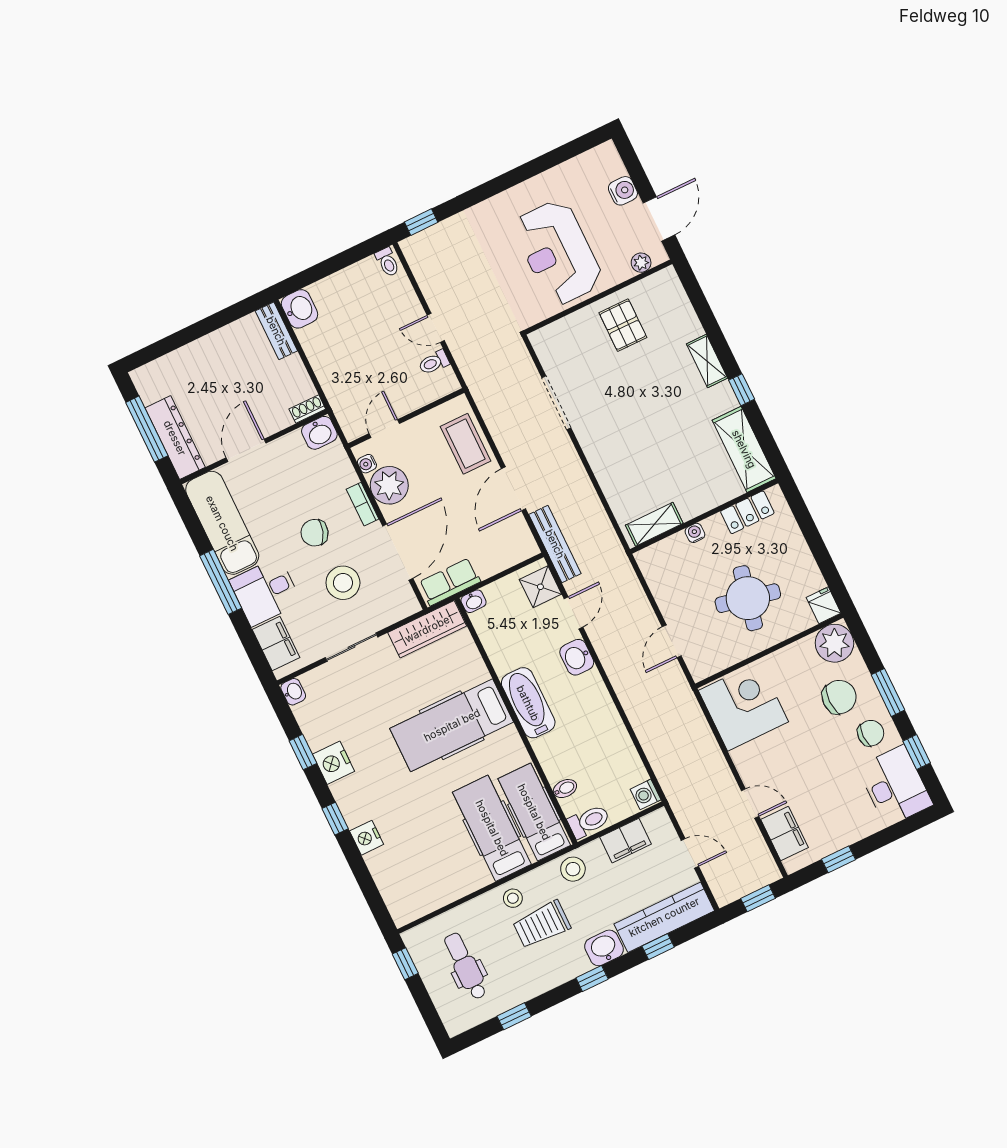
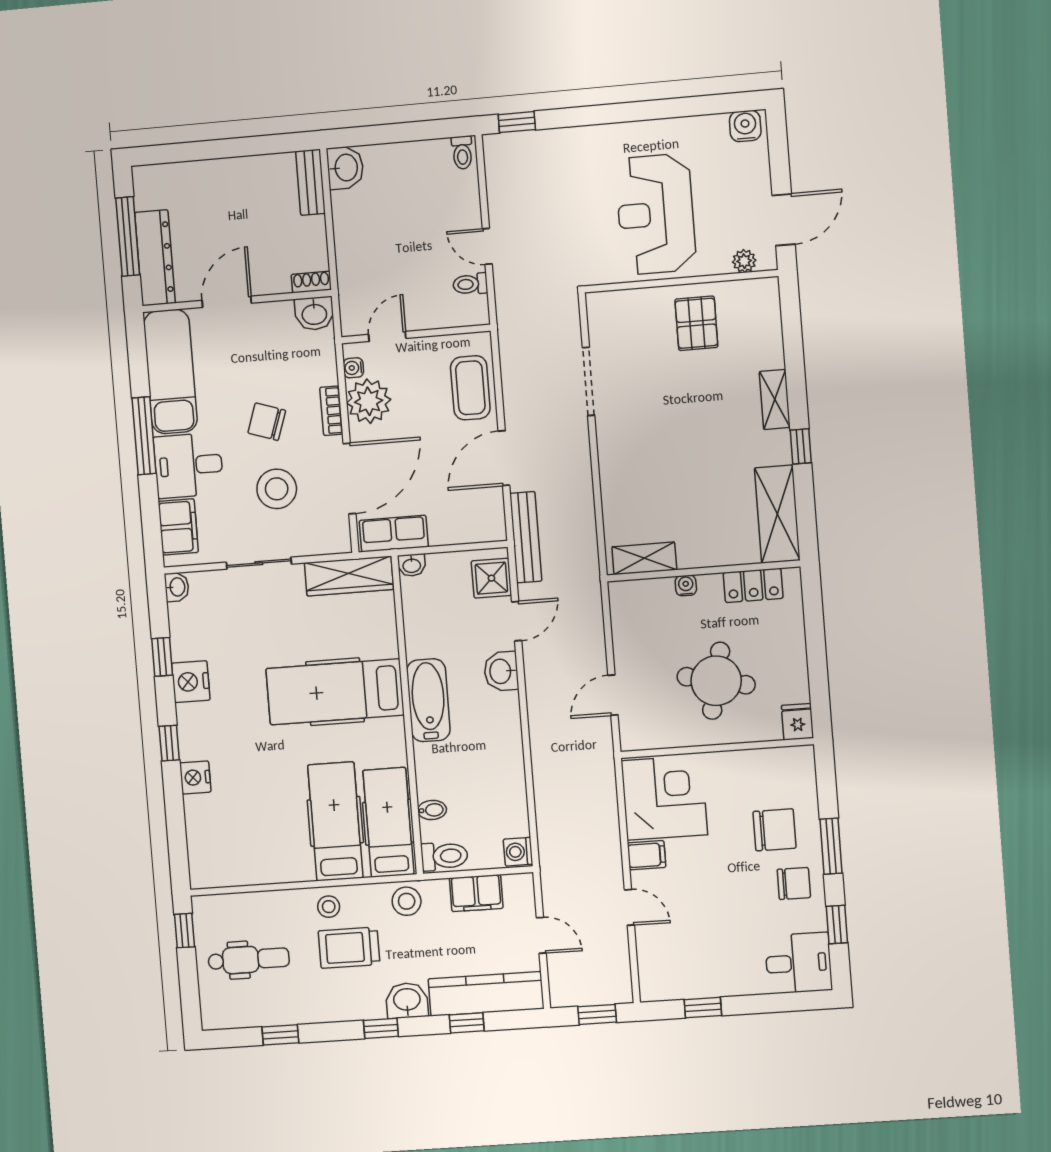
water cooler: (623, 191) -> (745, 126), moved, turned -90
plant: (834, 643) -> (793, 768), removed
desk: (895, 786) -> (799, 963), width x0.73
filing cabinet: (784, 833) -> (647, 855), moved, width x0.50
dental chair: (465, 966) -> (249, 959), turned 90

